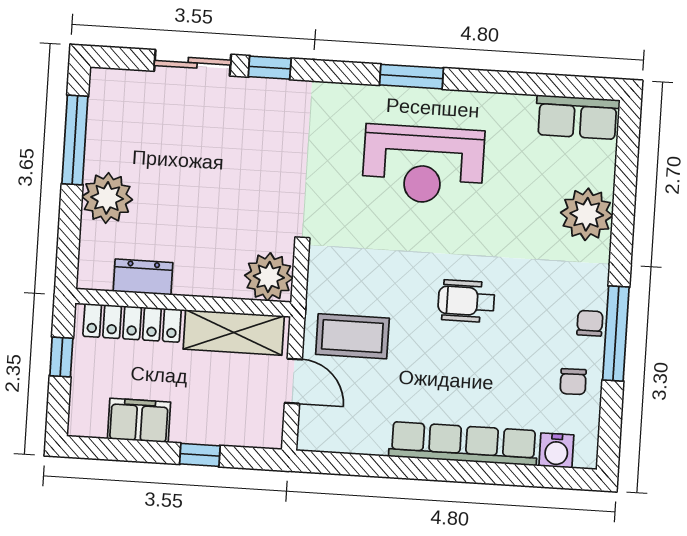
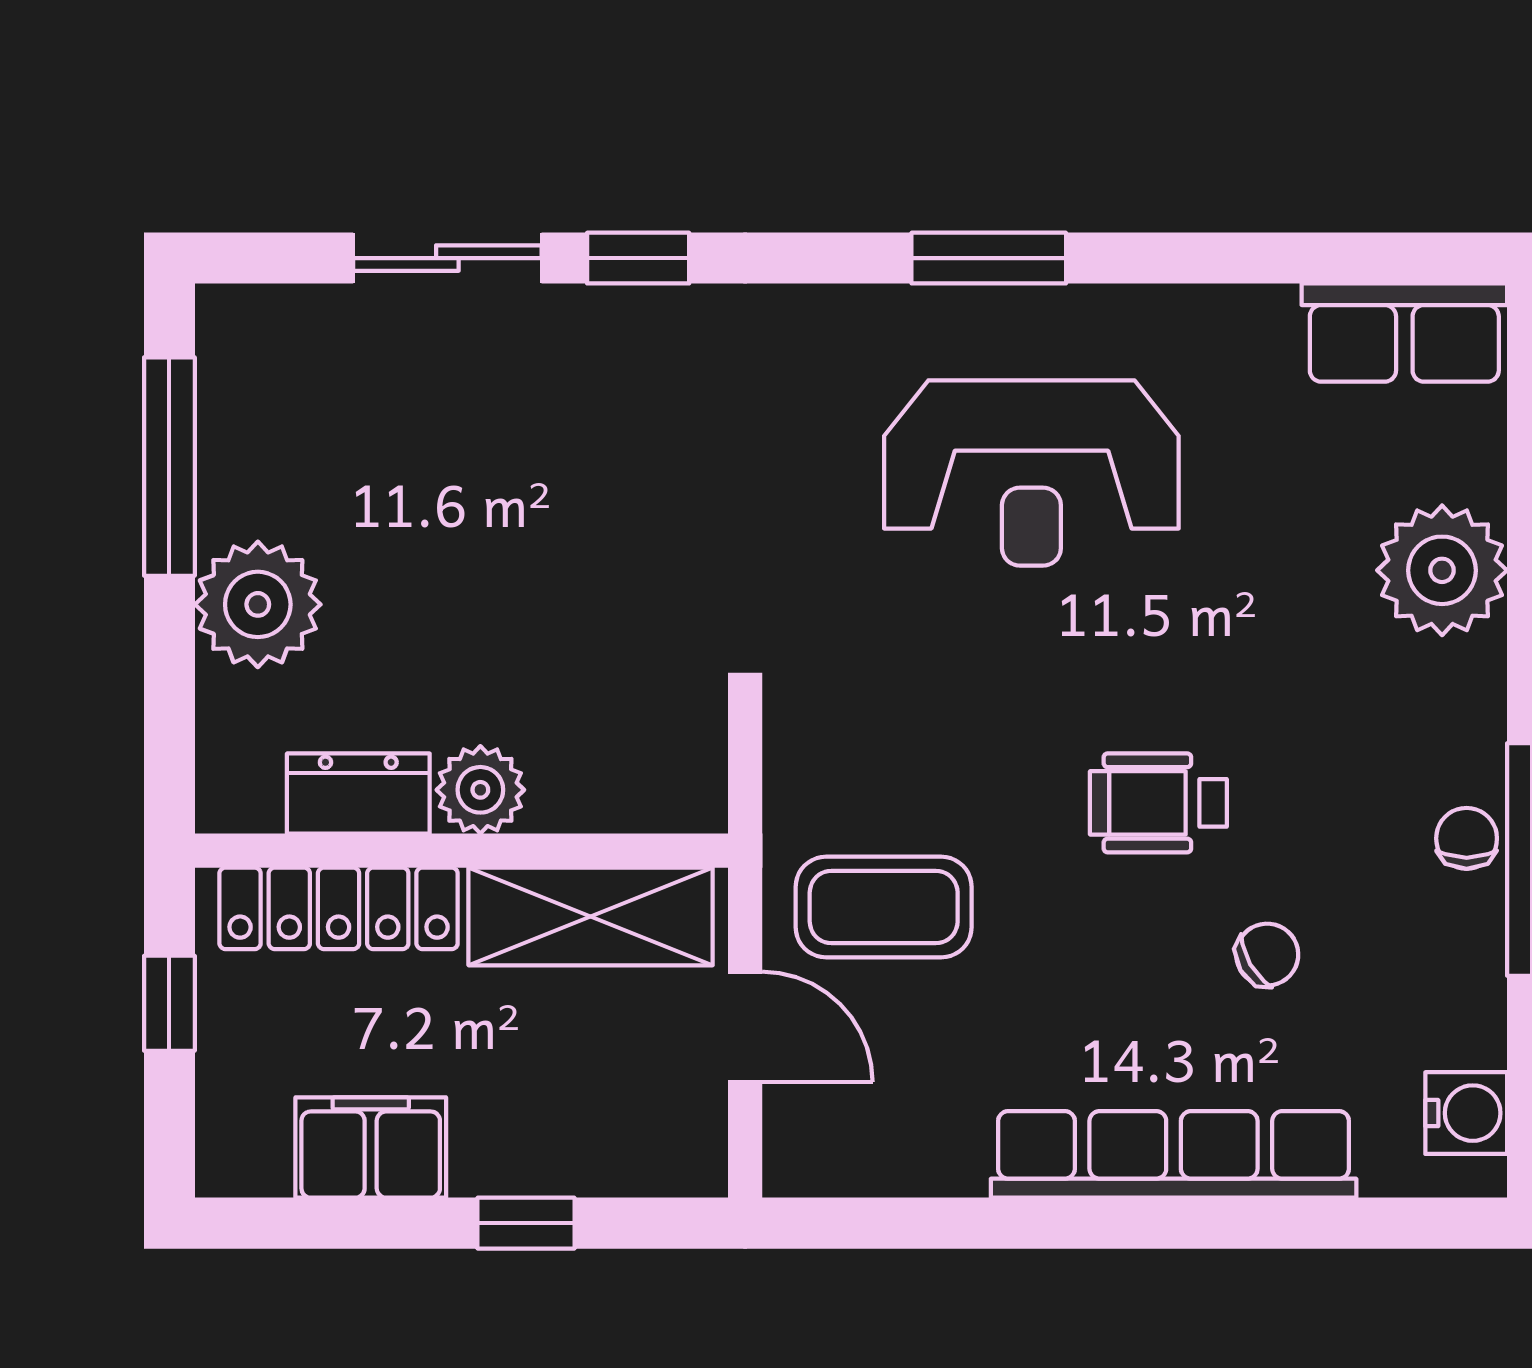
plant: (269, 277) -> (480, 790), moved, width x0.73, depth x0.73
chair: (573, 382) -> (1267, 955), moved, turned -119
water cooler: (556, 450) -> (1466, 1113), moved, turned -90

